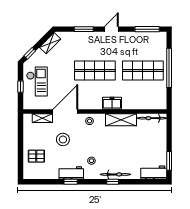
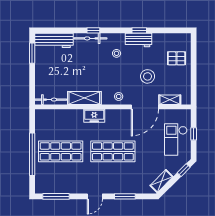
workbench: (154, 173) -> (54, 40), width x1.38

